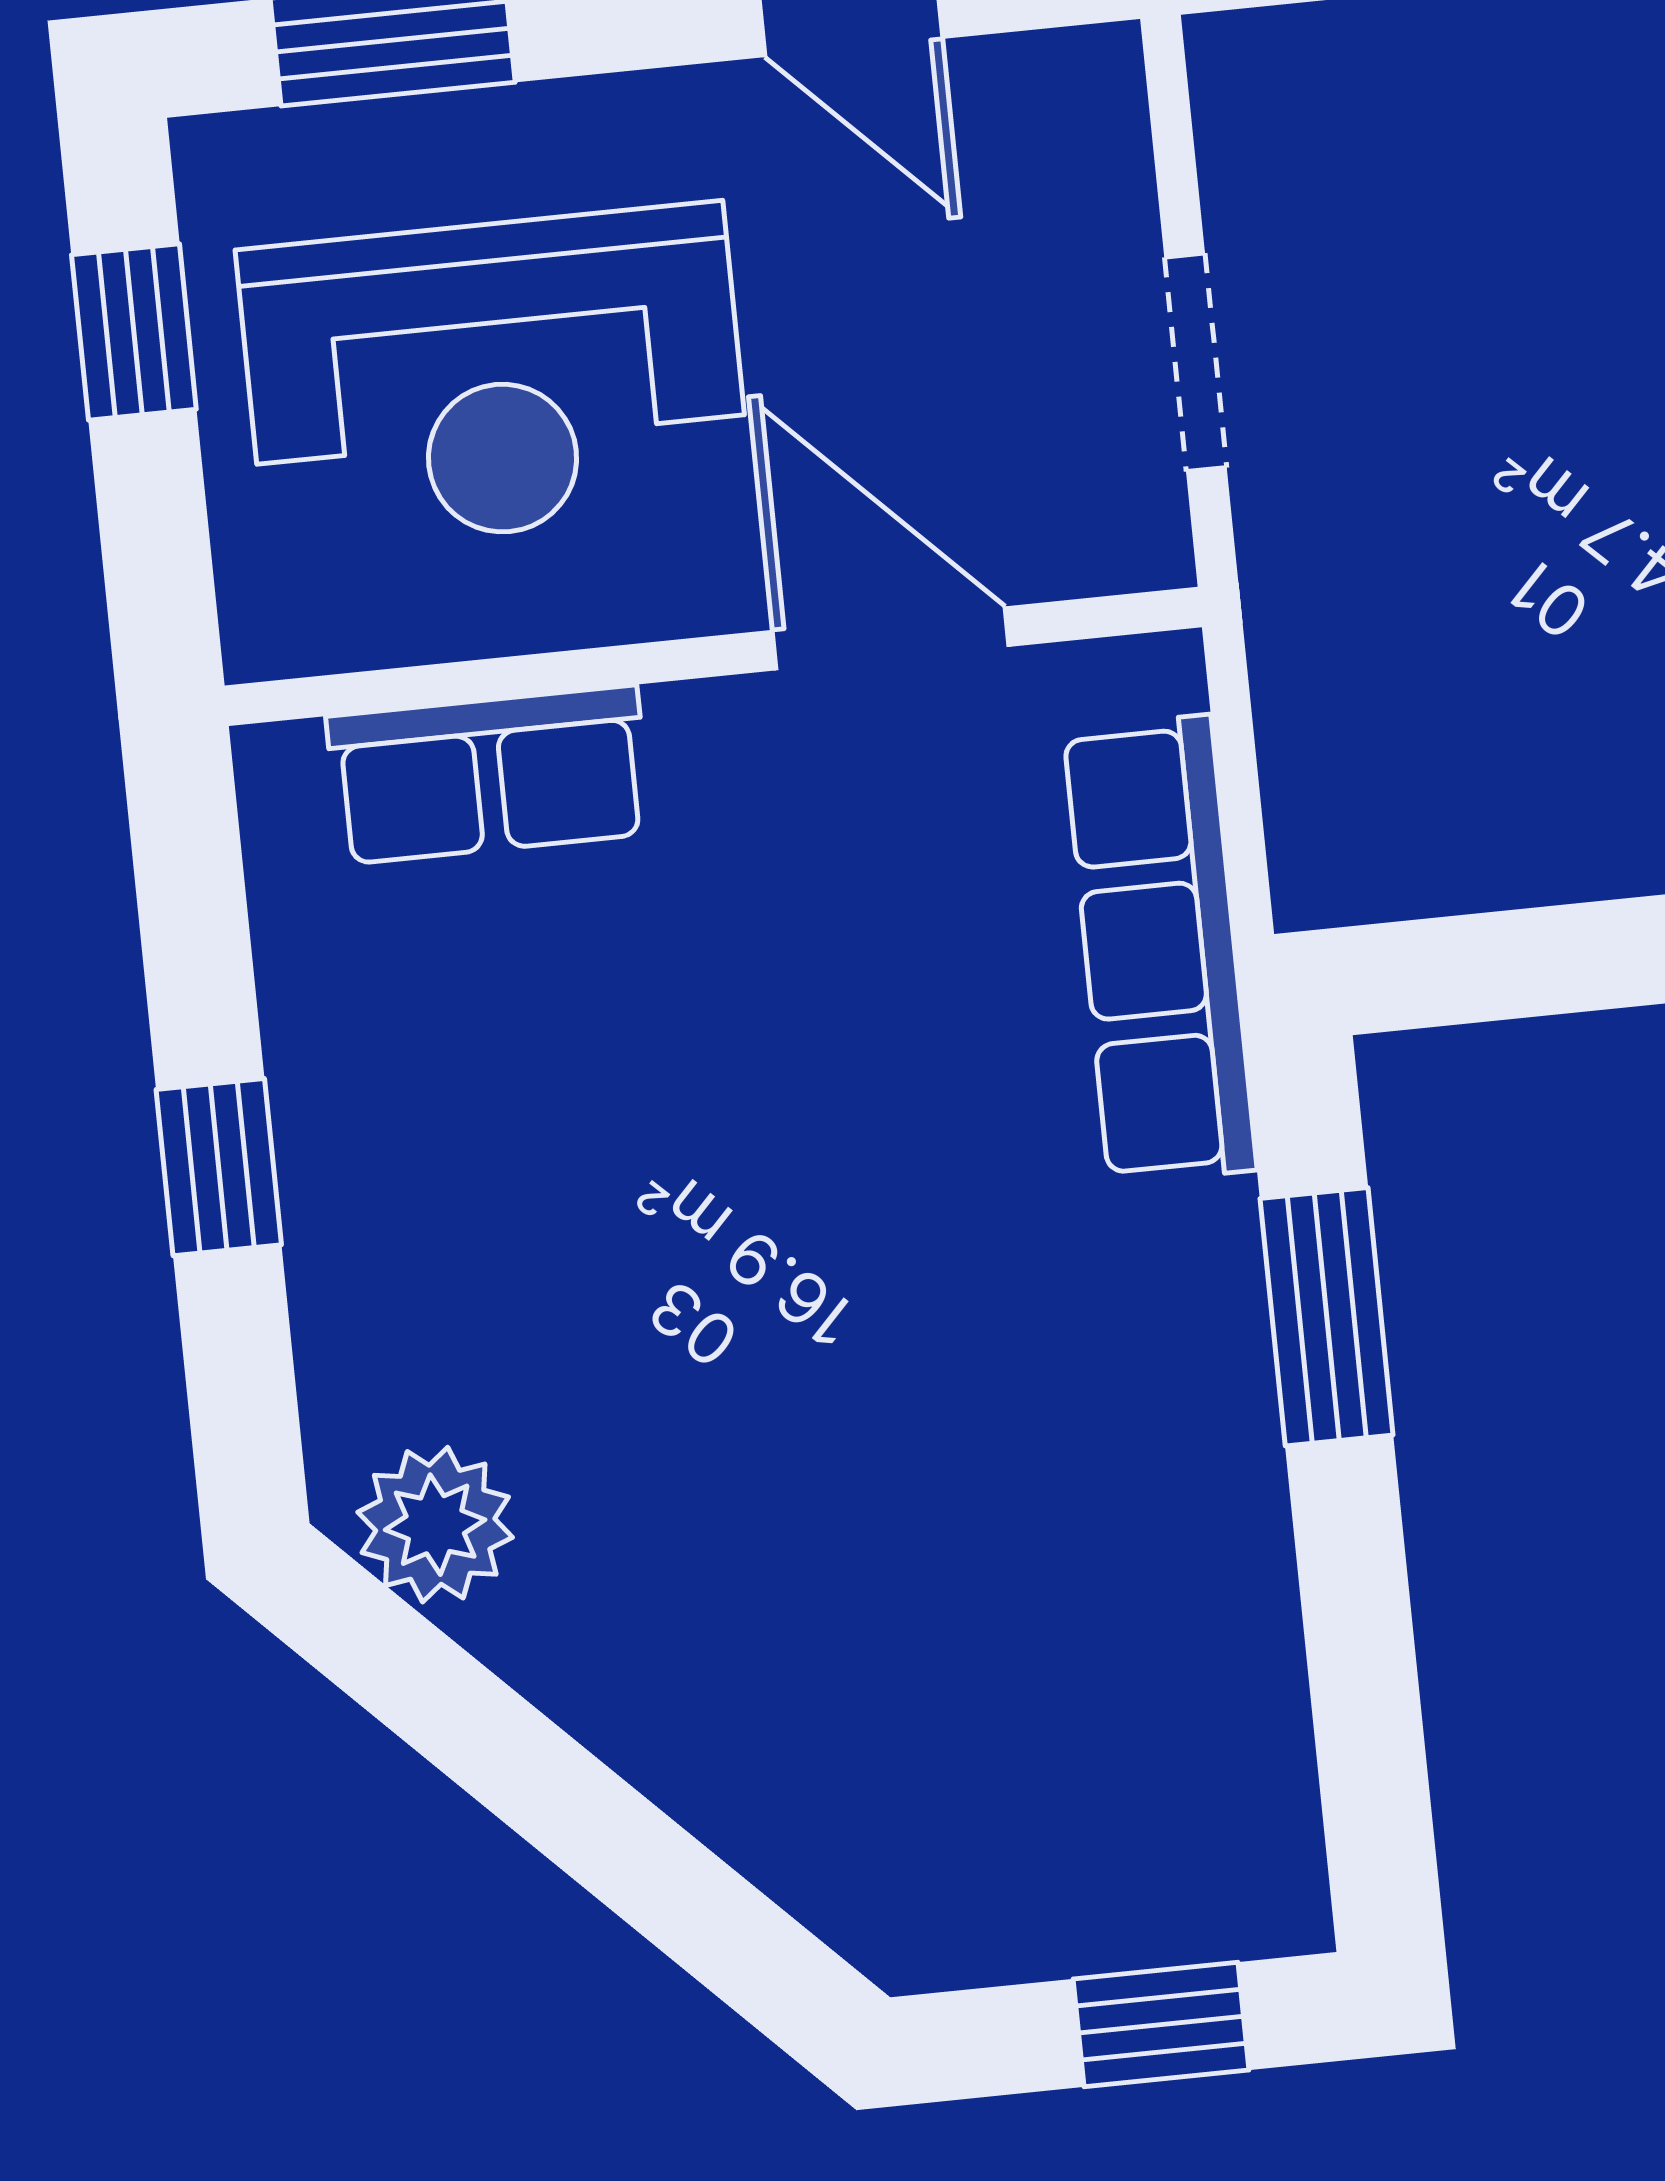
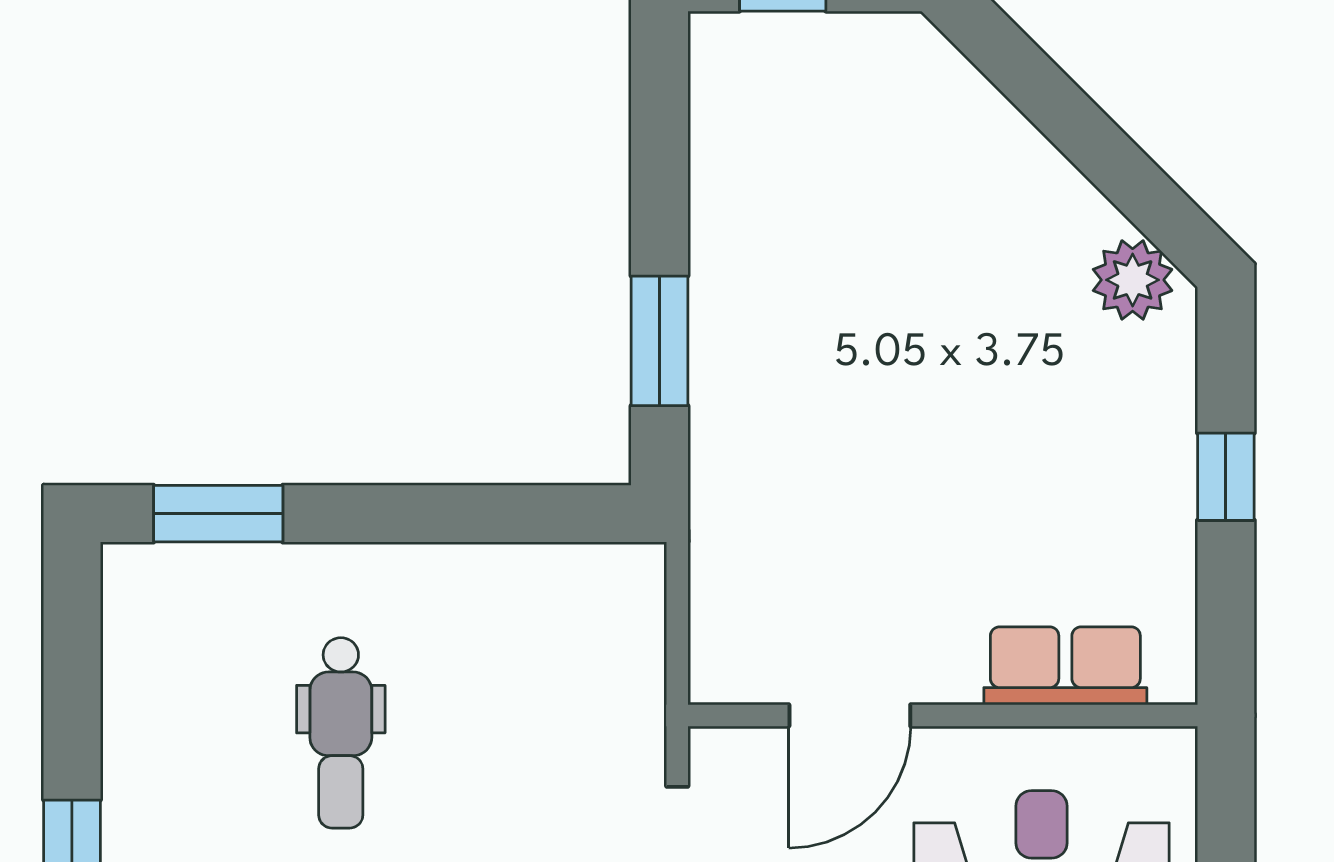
door: (891, 638) -> (850, 715), hinge flipped
row of seats: (1160, 949) -> (727, 540), removed

